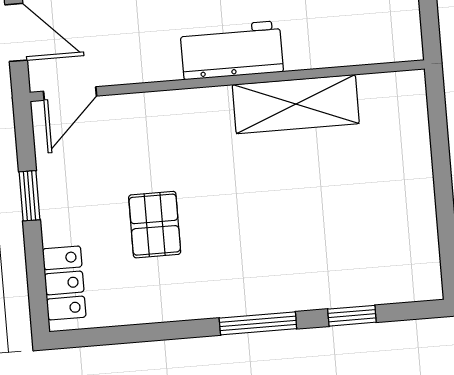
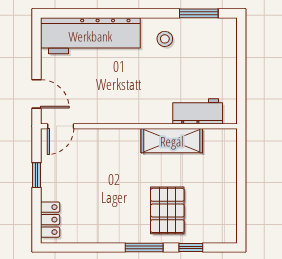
workbench: (232, 50) -> (198, 111), moved
pallet: (155, 225) -> (167, 210), moved, width x1.50, depth x1.42

